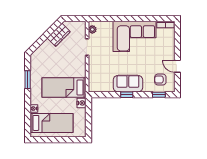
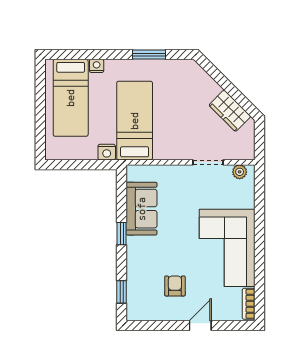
door: (177, 66) -> (200, 325), moved
armchair: (160, 80) -> (175, 286), moved
sofa: (128, 84) -> (142, 209), moved

